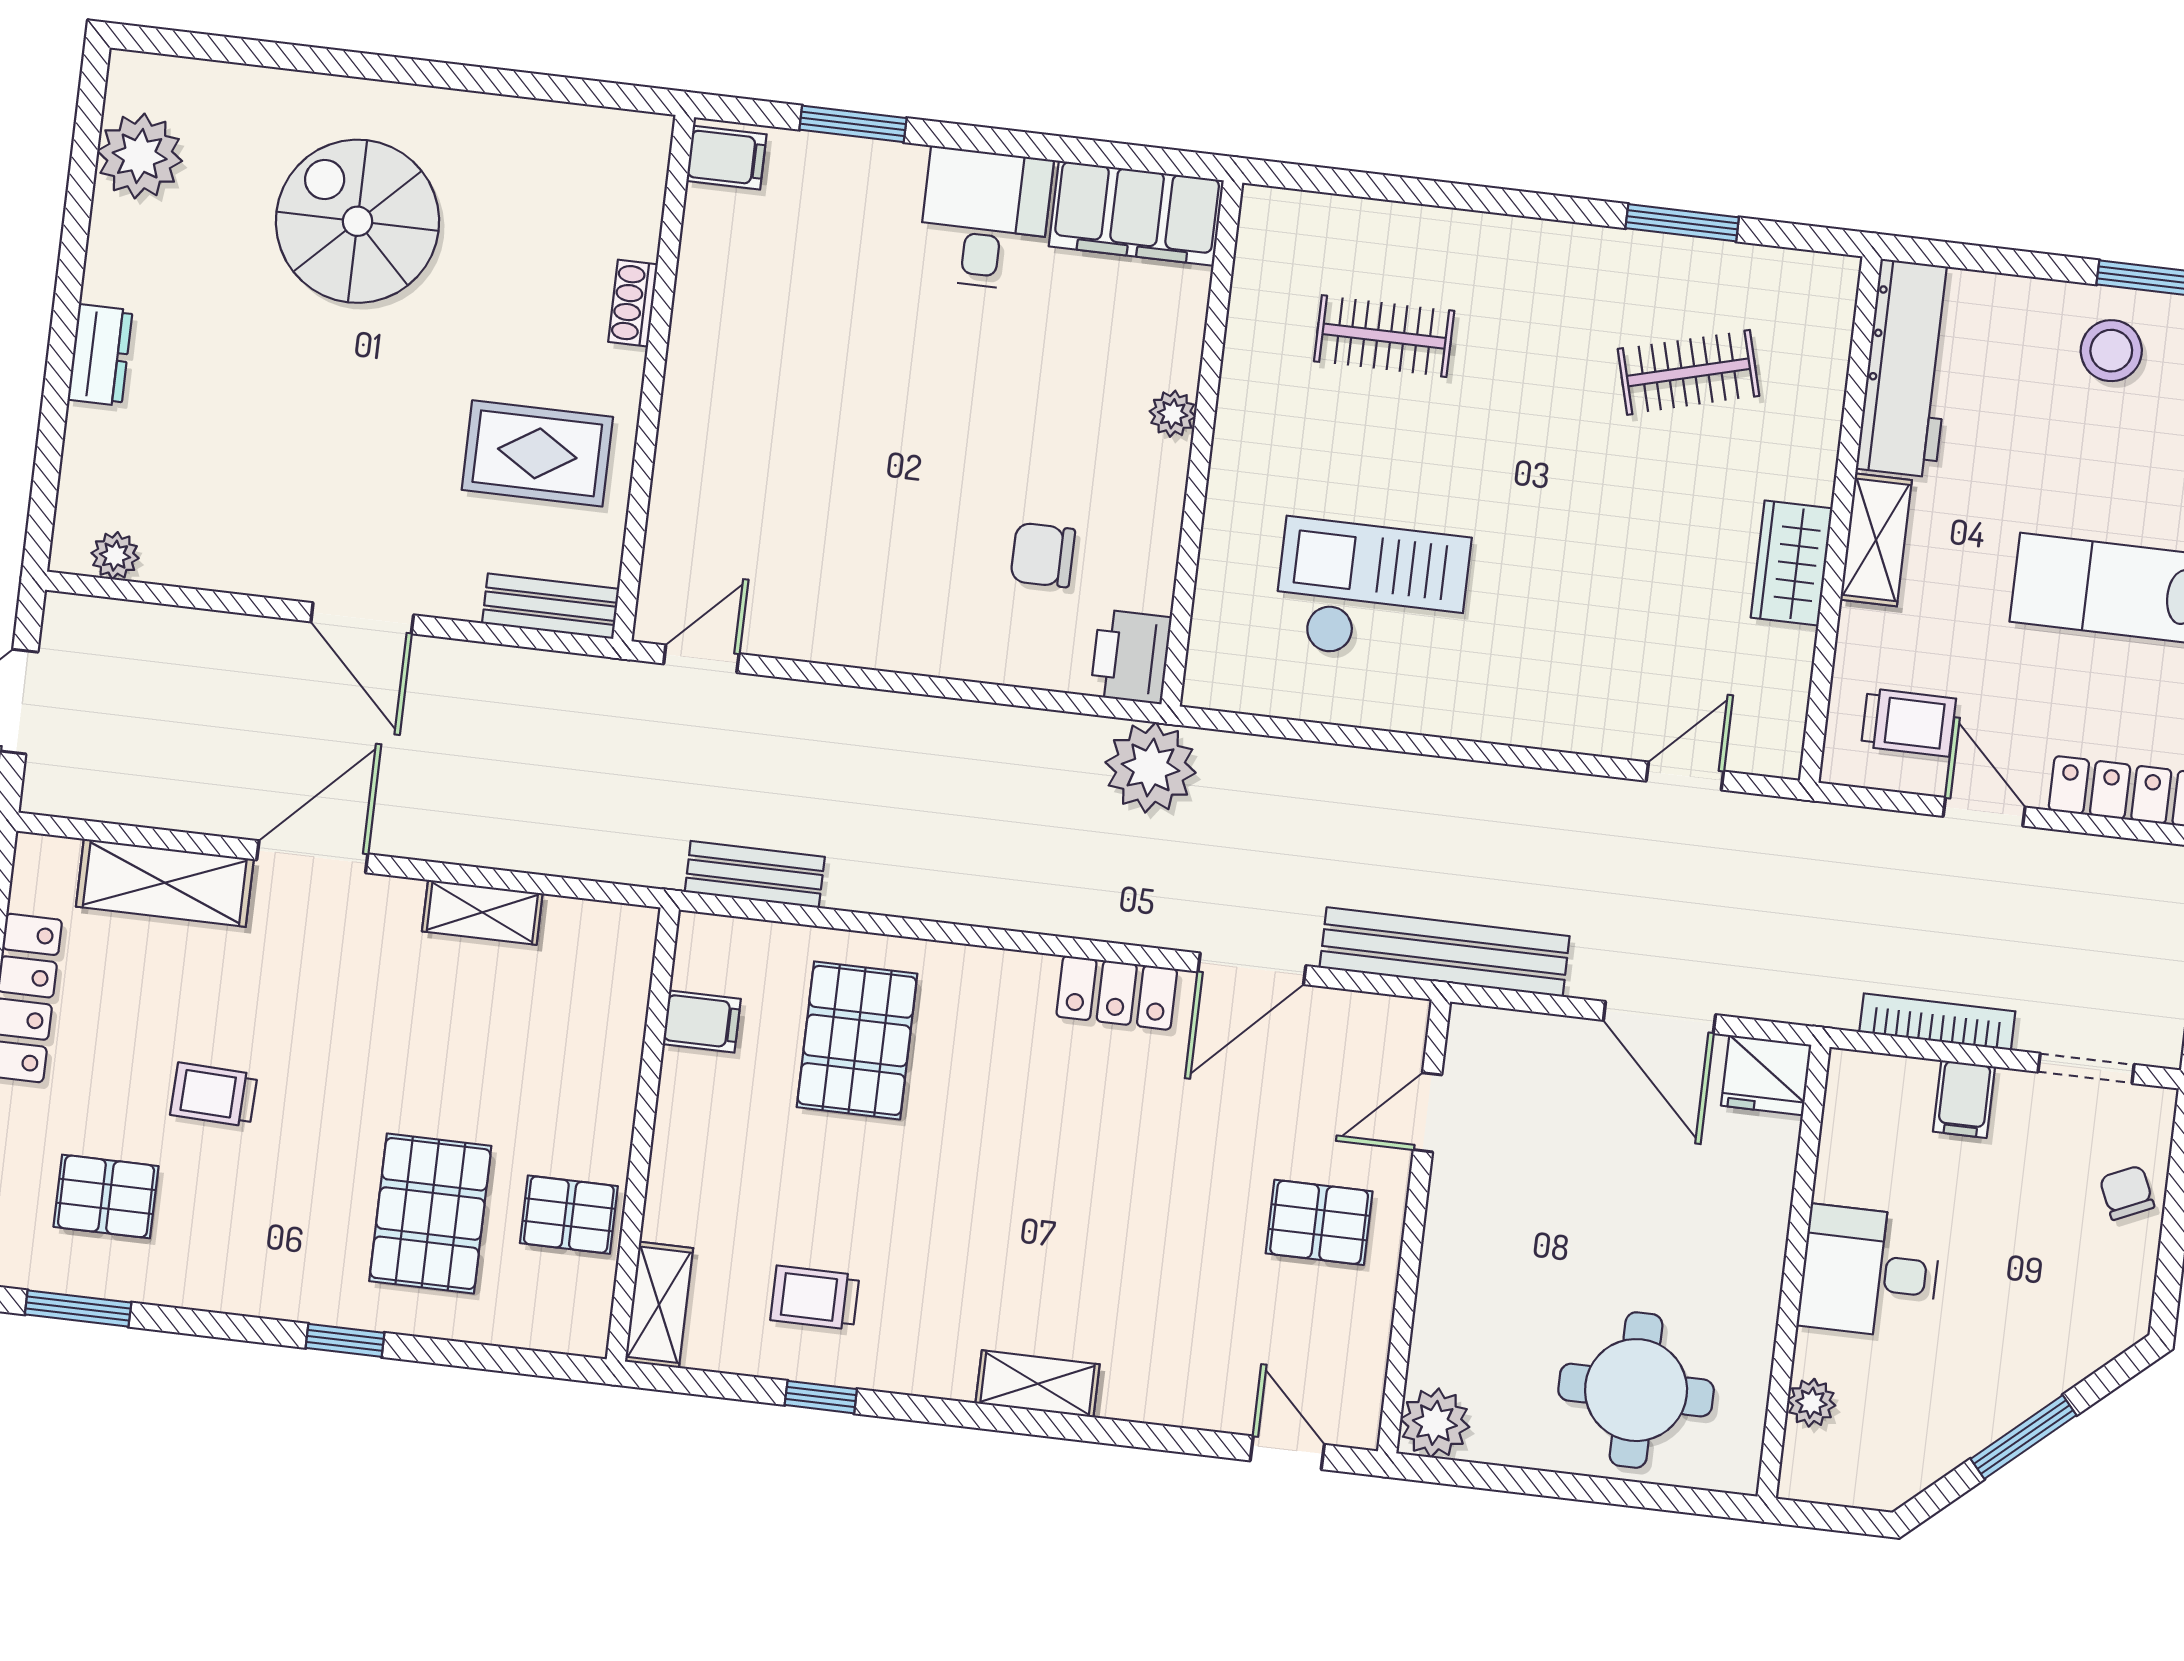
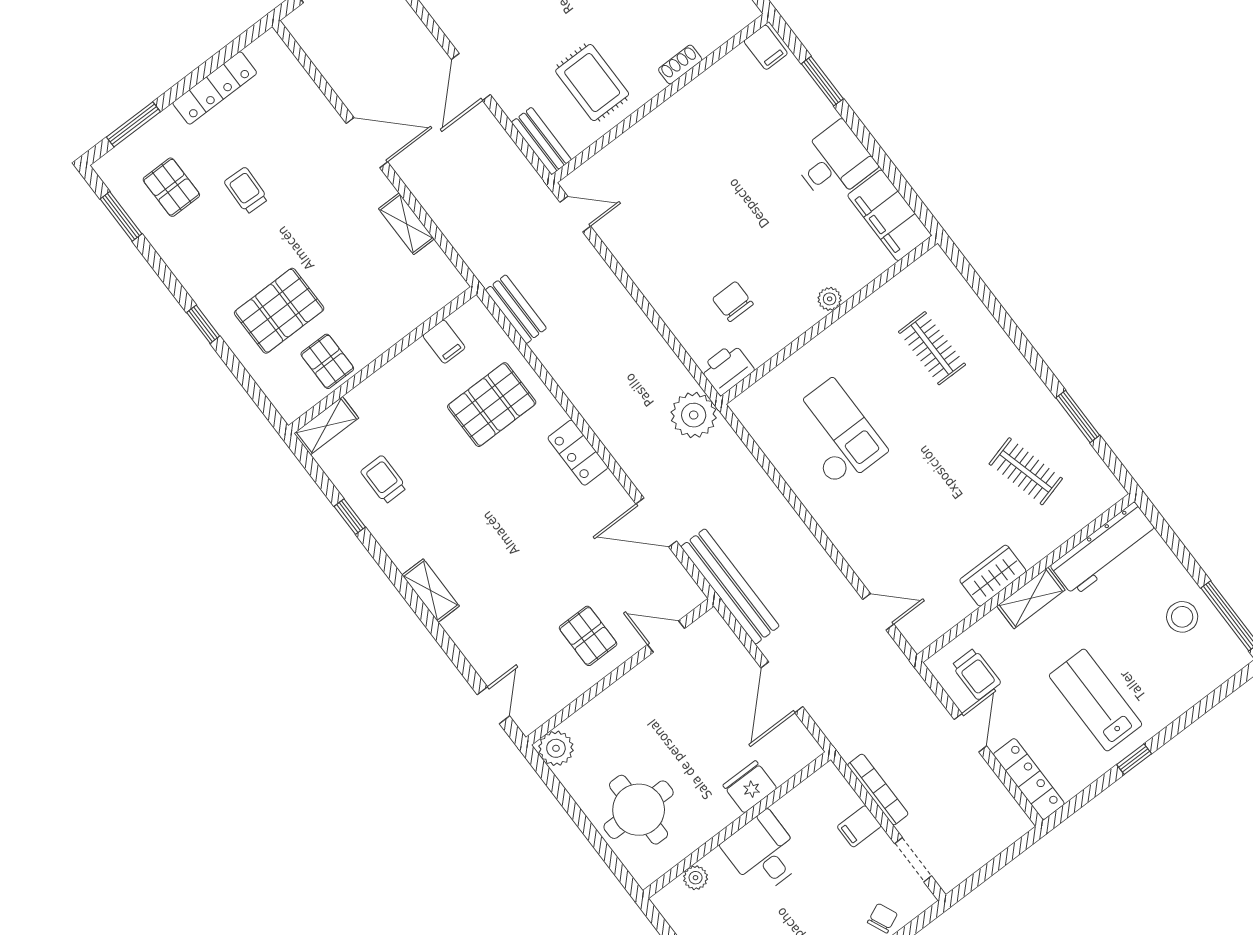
shelving: (165, 883) -> (306, 98), removed
locker: (1117, 993) -> (578, 453), moved
fridge: (1766, 1075) -> (750, 787), moved, turned 90

